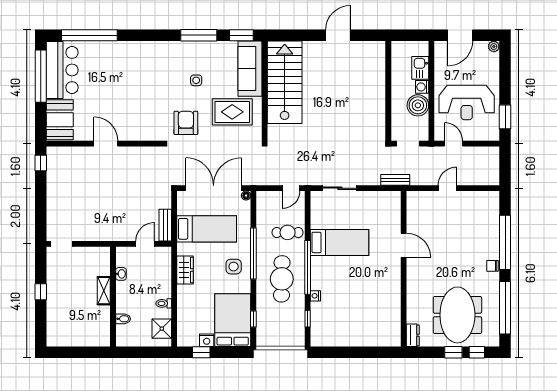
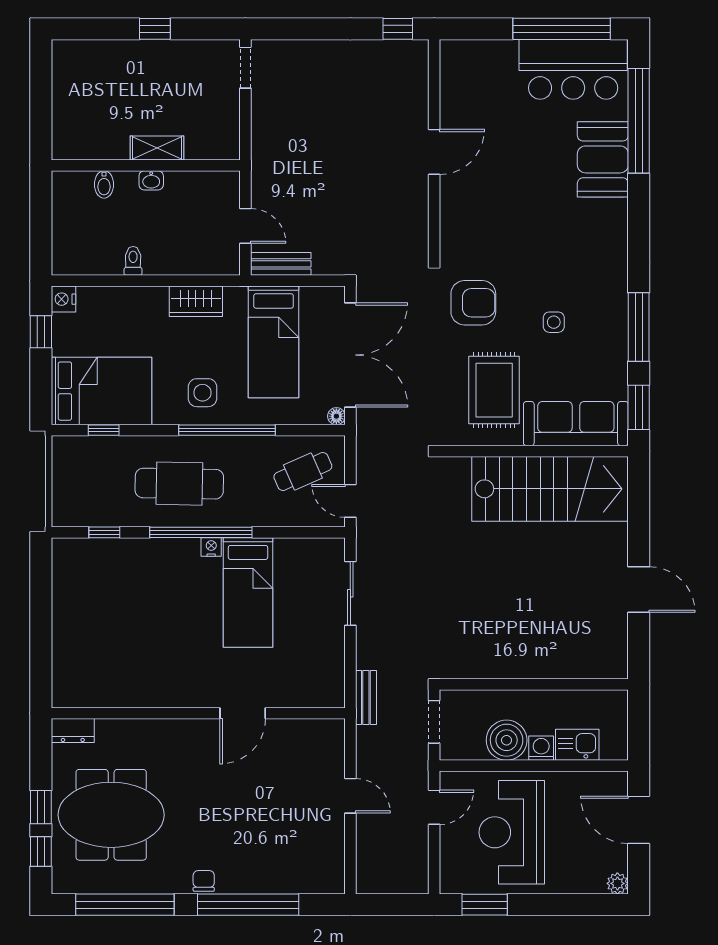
booth: (60, 120) -> (603, 159), moved, turned 90
cafe table: (288, 232) -> (303, 472), moved, turned 66
washbasin: (121, 274) -> (151, 180), moved
nightstand: (315, 296) -> (211, 547), moved
shower: (162, 329) -> (85, 257), removed
nightstand: (207, 340) -> (64, 299), moved

